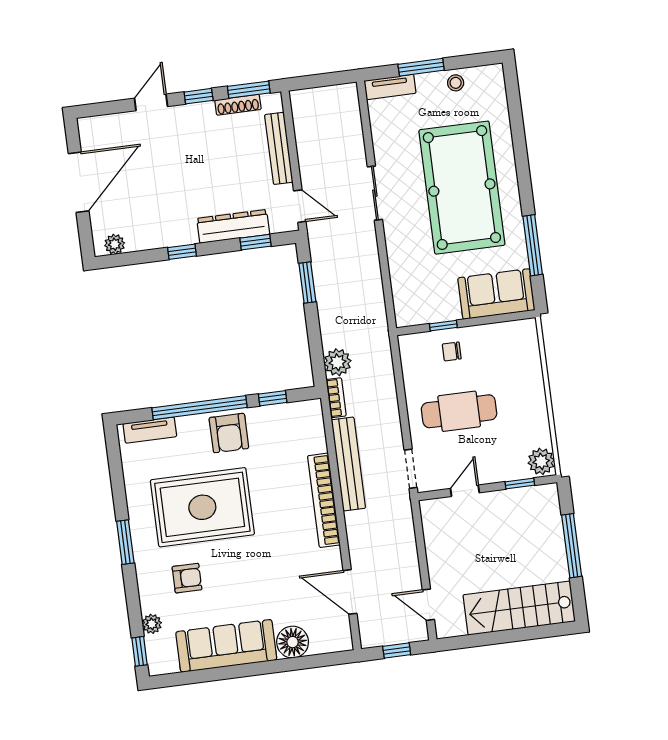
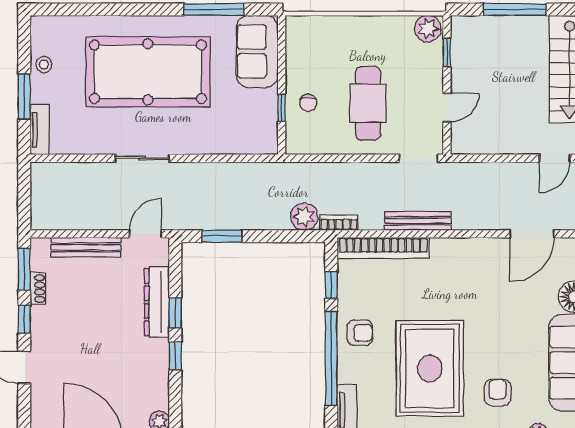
shoe rack: (238, 105) -> (38, 289), width x0.70
window: (256, 242) -> (175, 313), moved
armchair: (229, 433) -> (360, 333), width x0.72, depth x0.72
bench: (348, 464) -> (418, 221), width x0.73, depth x0.82
door: (465, 491) -> (447, 108), swing flipped
bookcase: (324, 500) -> (383, 248), moved

